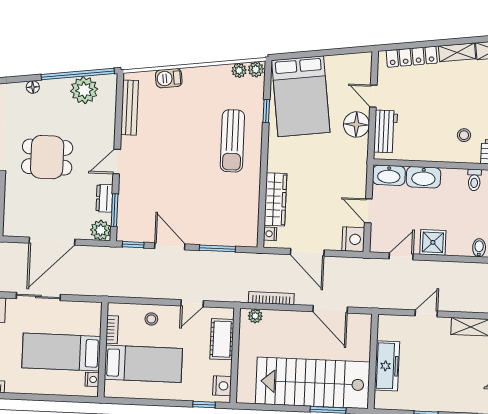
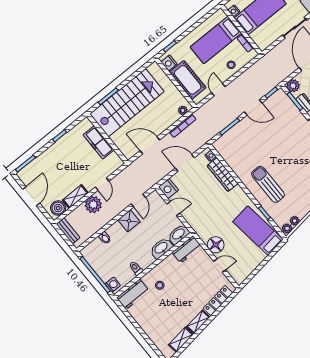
bed: (301, 96) -> (258, 231), width x0.67
workbench: (386, 131) -> (187, 249), moved, turned -90
plant: (458, 299) -> (93, 205), added
cot: (222, 339) -> (188, 80), width x1.37, depth x1.34

